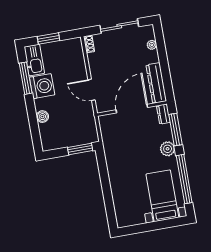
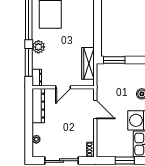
door: (132, 109) -> (63, 87), width x0.53
wardrobe: (109, 140) -> (88, 63), added

